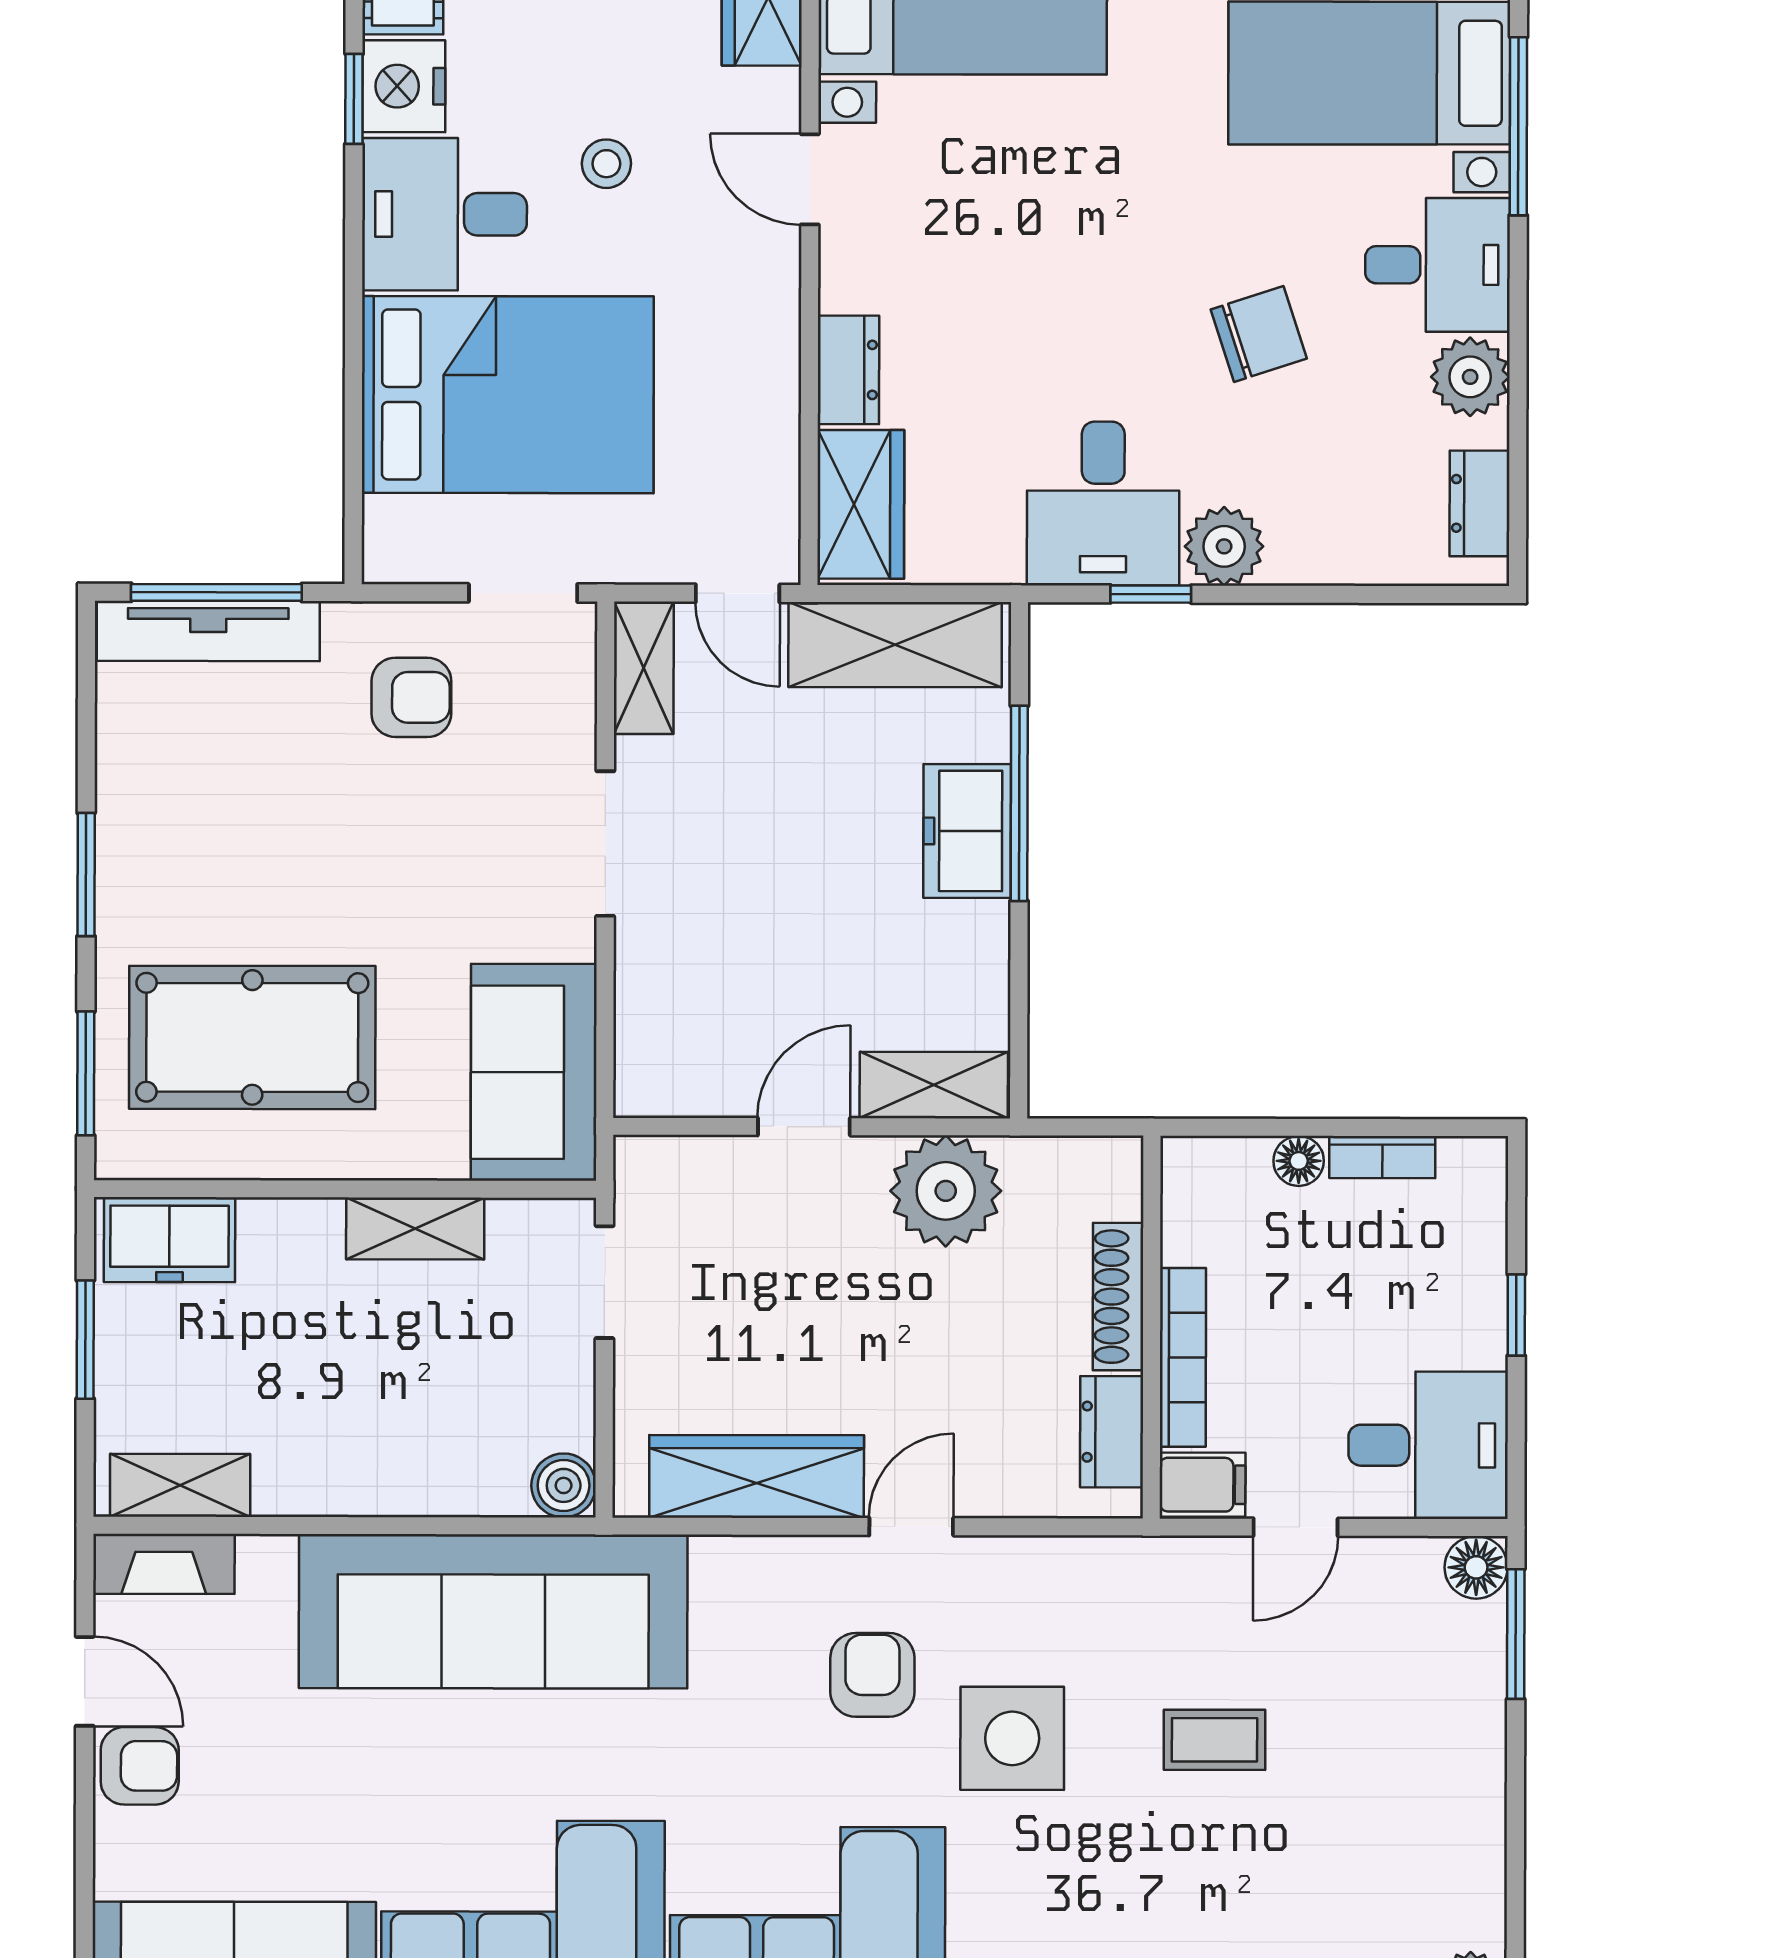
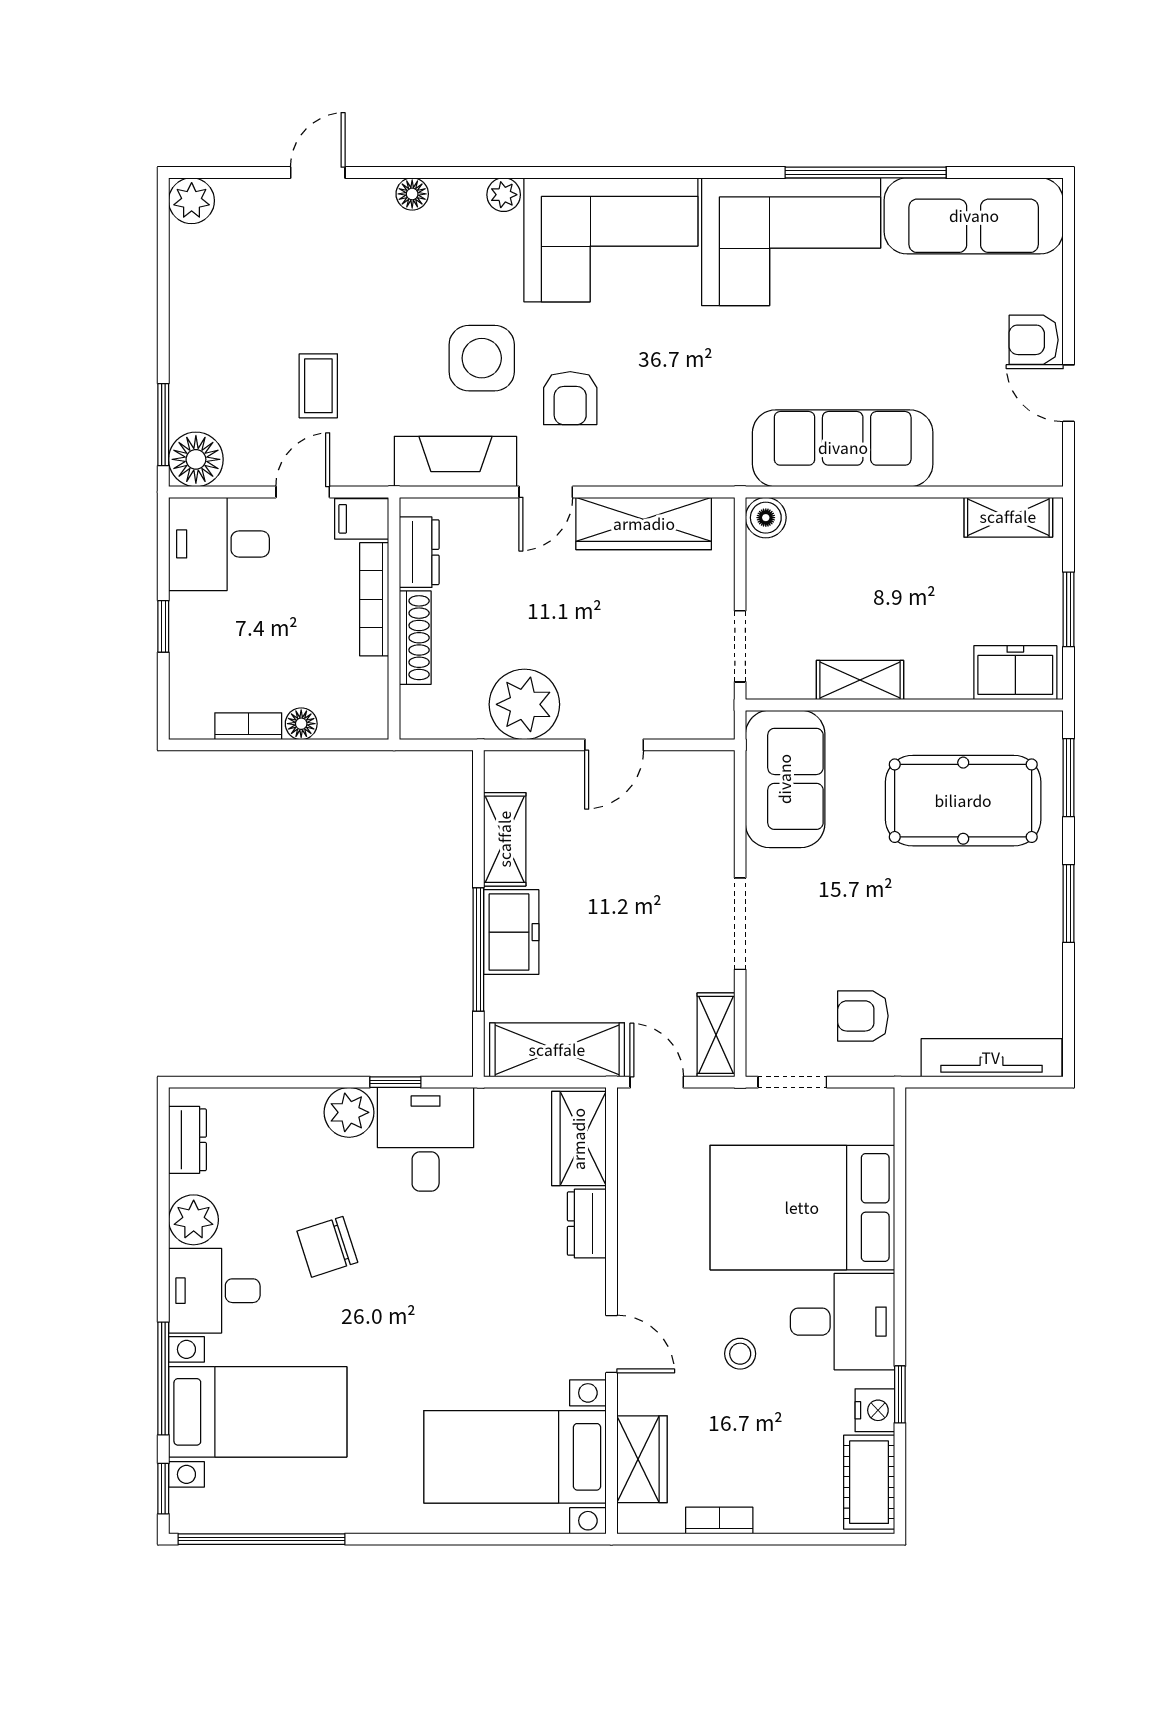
nightstand: (404, 86) -> (875, 1410), width x0.74, depth x0.75
window: (216, 592) -> (986, 1082), removed
shelving: (934, 1085) -> (505, 839), moved, turned 90
fireplace: (164, 1564) -> (455, 462), moved, width x1.37, depth x1.32
floor lamp: (1476, 1567) -> (196, 459), width x1.38, depth x1.38
sofa: (493, 1611) -> (843, 448), width x0.74, depth x0.79
coffee table: (1214, 1740) -> (318, 386), moved, turned 90

